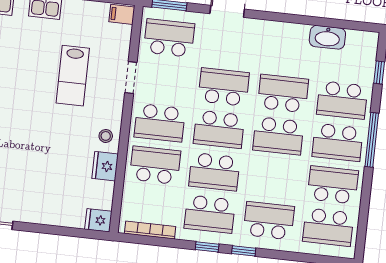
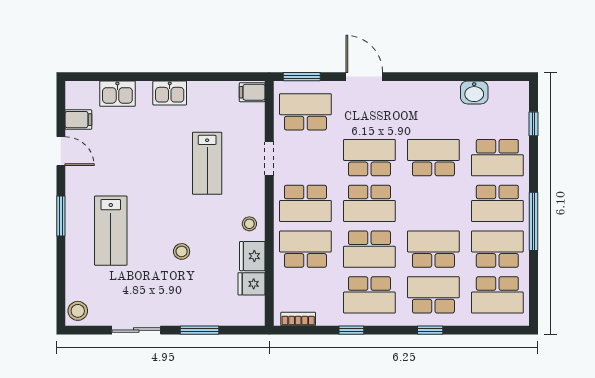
washbasin: (327, 37) -> (474, 92), width x0.72
school desk: (278, 136) -> (433, 249), moved, turned 180
window: (372, 140) -> (534, 221), moved
stool: (40, 155) -> (182, 251), added
fridge: (98, 220) -> (251, 284), moved
window: (49, 229) -> (200, 330), added
bookcase: (150, 230) -> (298, 319), width x0.64
window: (207, 247) -> (351, 330), moved
window: (244, 251) -> (430, 330), moved

